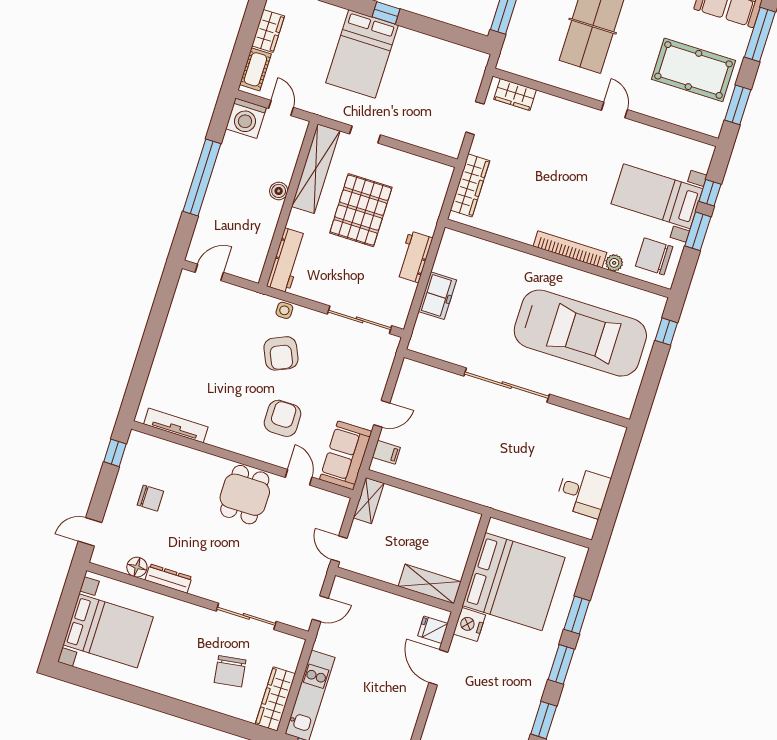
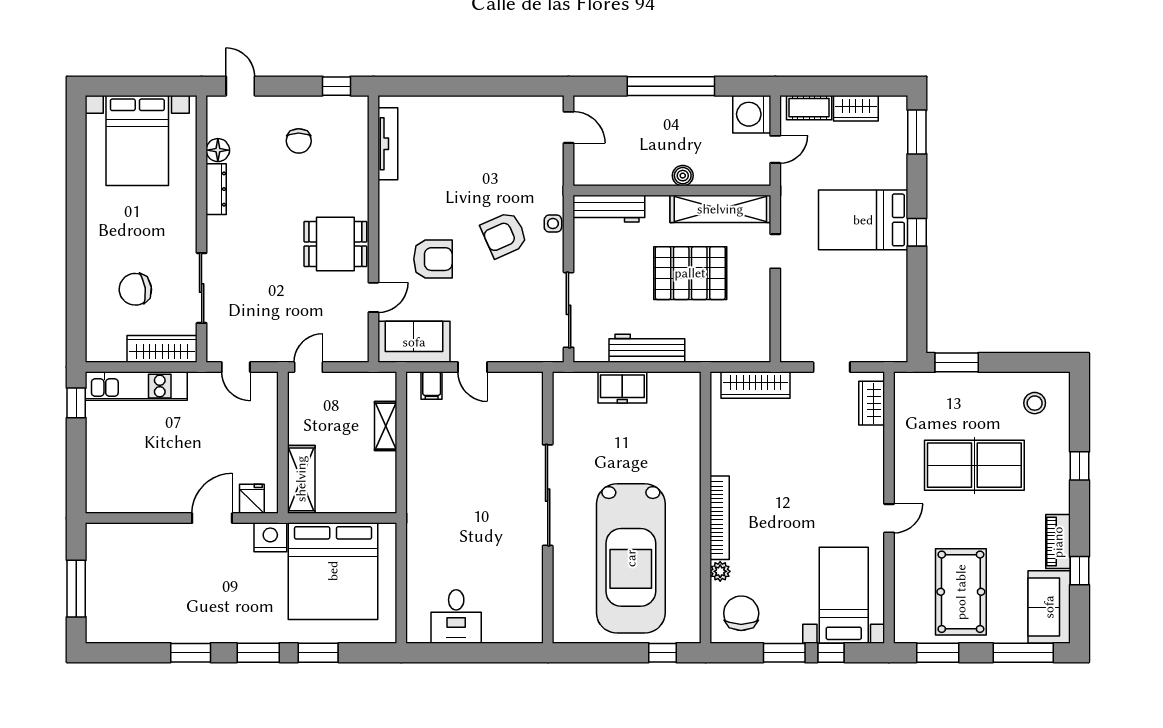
bed with nightstands: (657, 196) -> (844, 595), moved
workbench: (414, 257) -> (647, 348), width x1.38
shelving: (369, 501) -> (386, 426), moved, turned 90
wardrobe: (275, 699) -> (162, 349), moved

